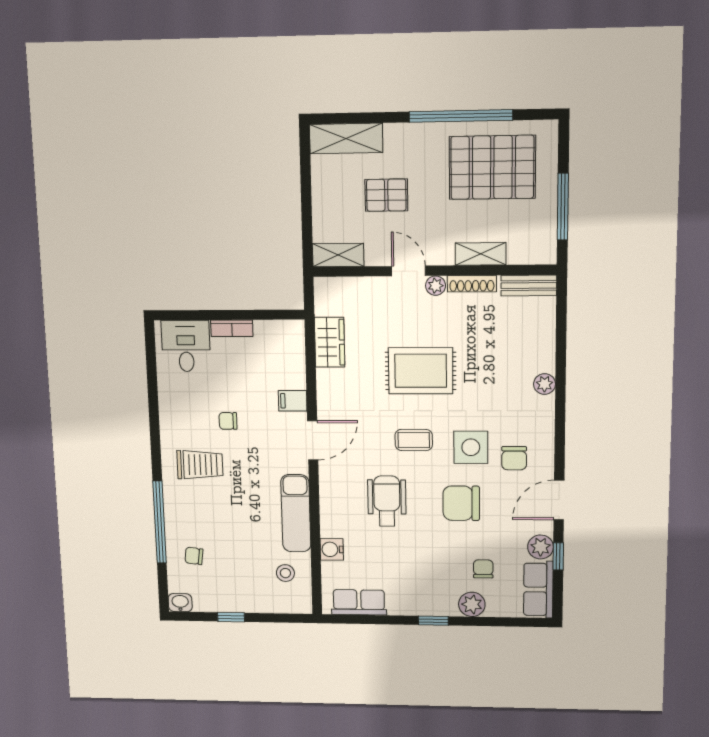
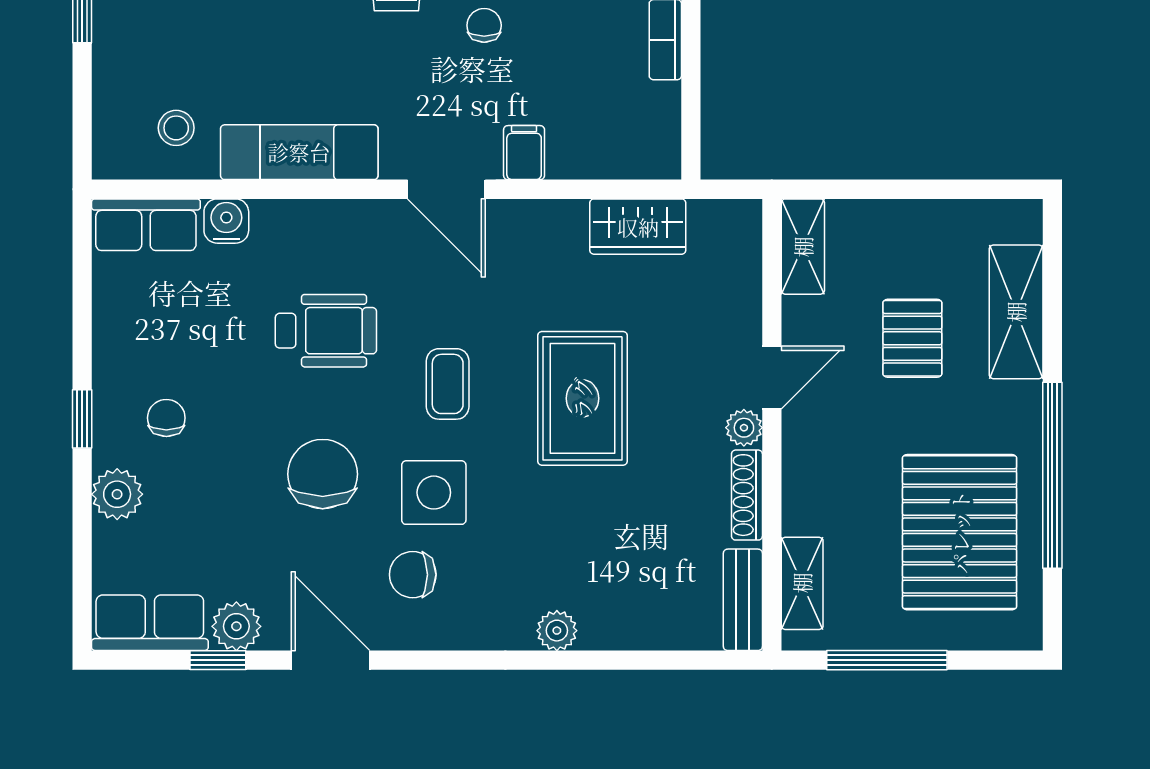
shelving: (346, 138) -> (1016, 312), moved
shelving: (481, 254) -> (802, 583), moved
chair: (483, 569) -> (166, 418), moved, turned -90
row of seats: (359, 602) -> (146, 225), moved, turned 90

